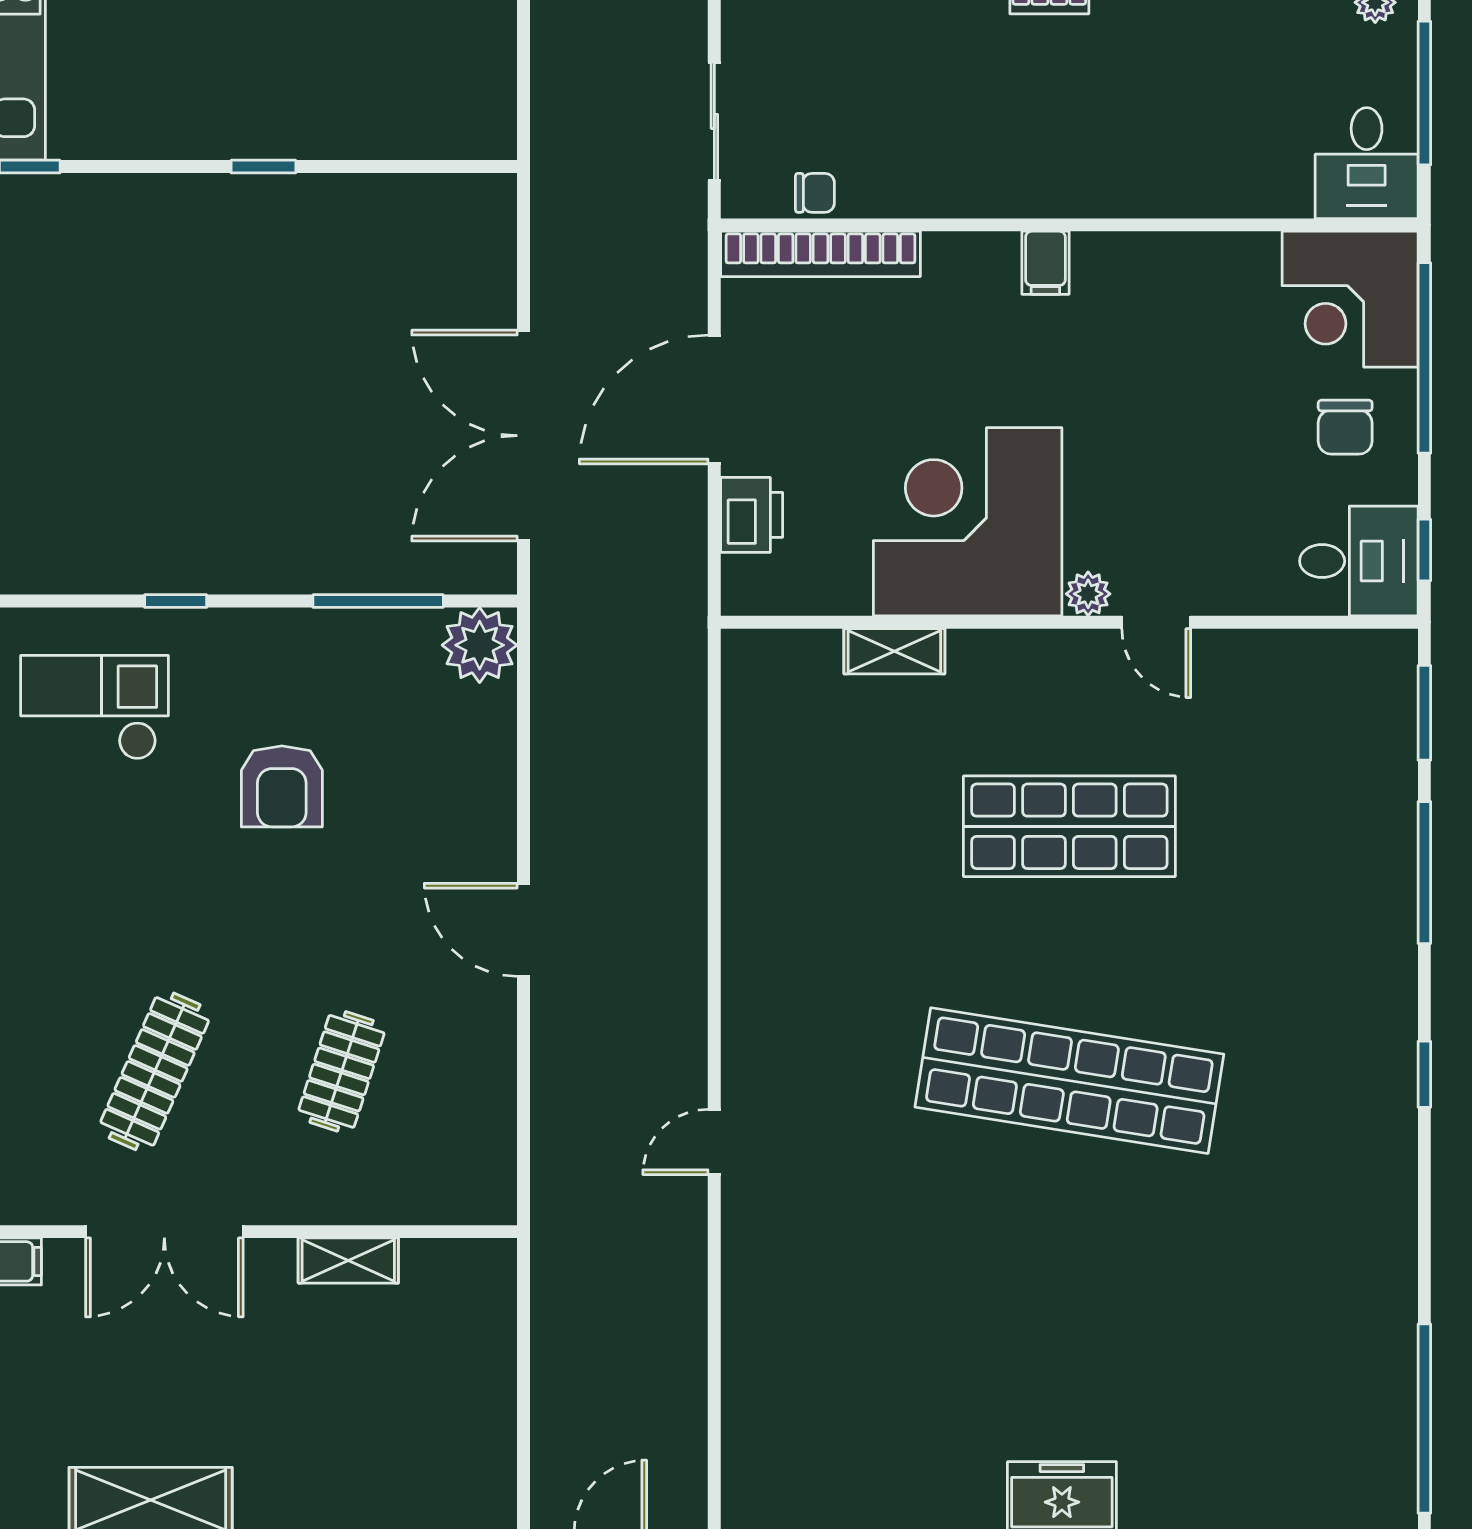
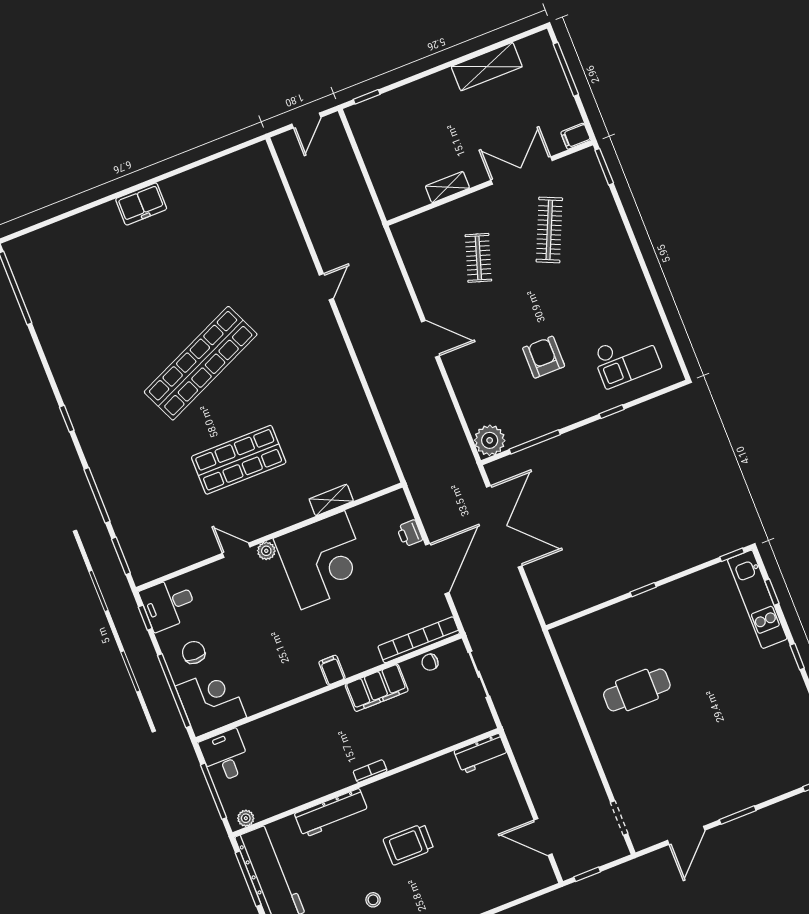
filing cabinet: (960, 182) -> (377, 688), added
printer: (752, 515) -> (410, 533), width x0.73, depth x0.81
shop shelf: (1069, 1081) -> (201, 363), turned -33

